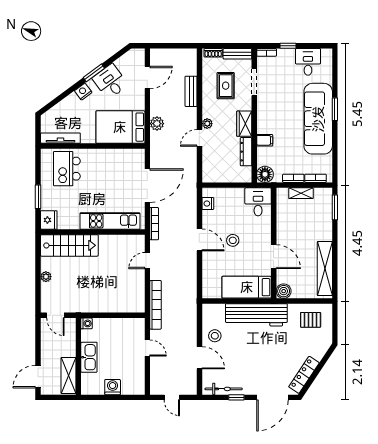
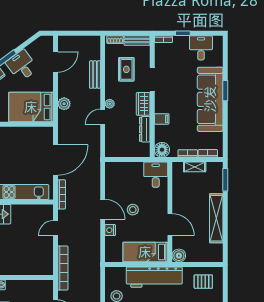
doorway: (254, 82) -> (152, 80), moved
nightstand: (208, 204) -> (110, 230), moved
shelving: (325, 269) -> (216, 218), moved

